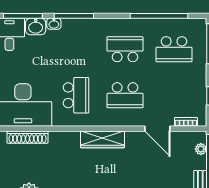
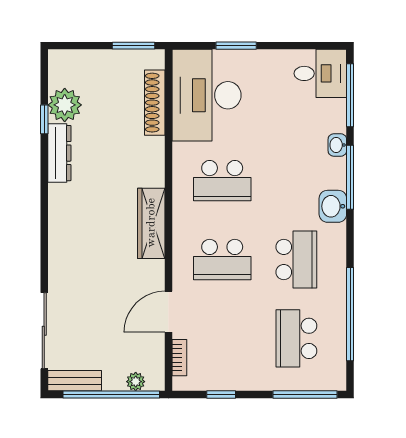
washbasin: (36, 27) -> (333, 206), moved
school desk: (125, 95) -> (222, 260), turned -90

